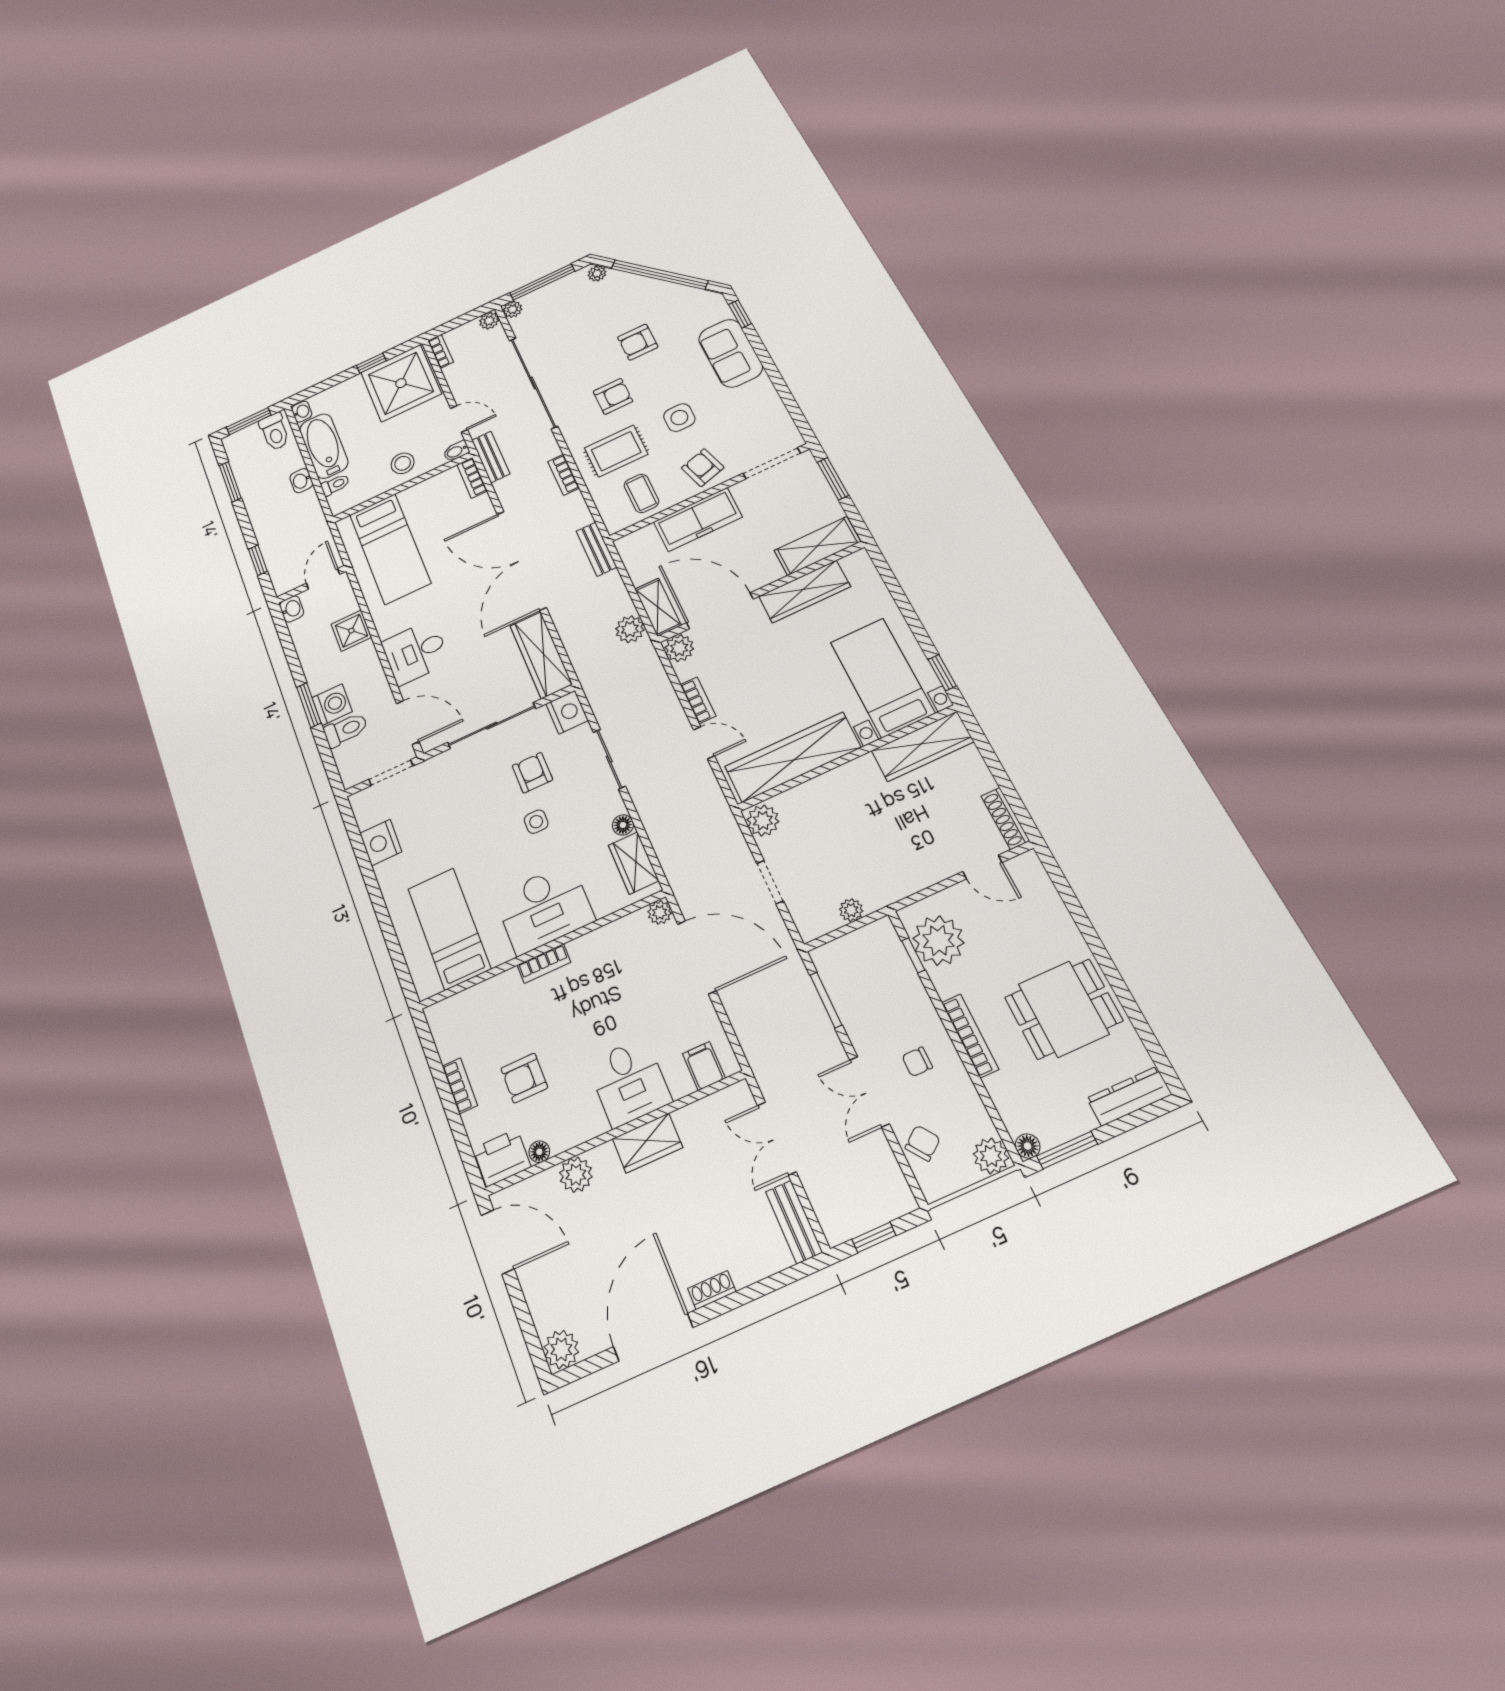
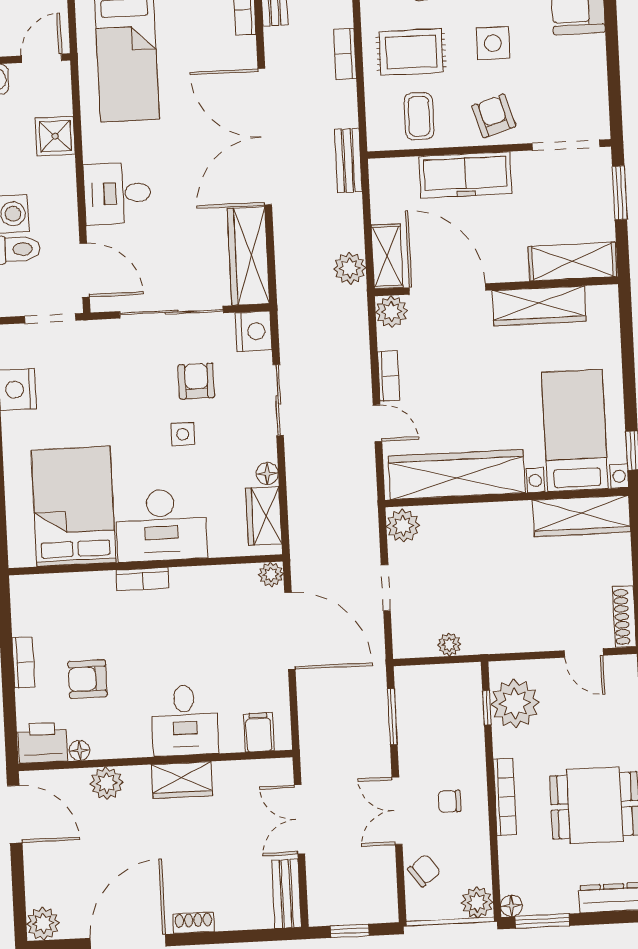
bed: (449, 928) -> (73, 506), width x1.50

